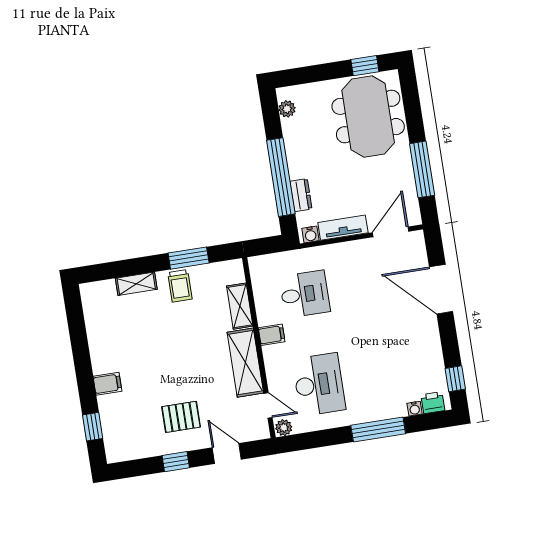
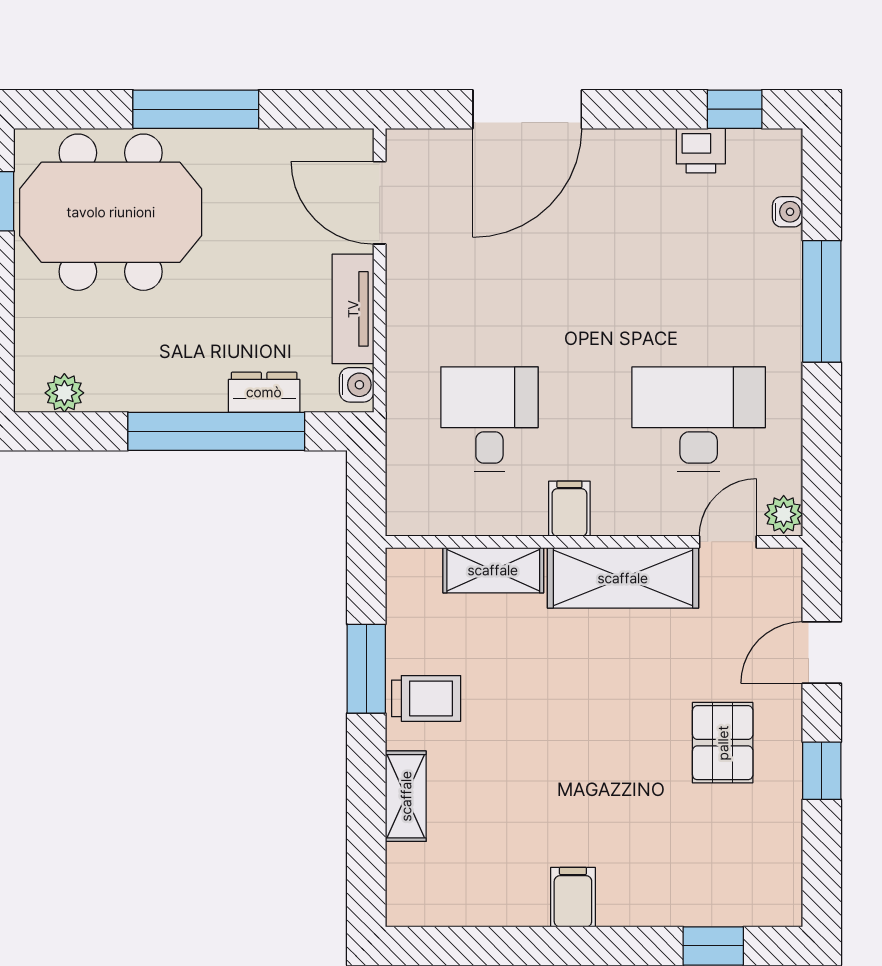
window: (422, 169) -> (196, 109), moved
filing cabinet: (107, 384) -> (573, 897), moved
printer: (433, 403) -> (701, 151), moved, turned -90

